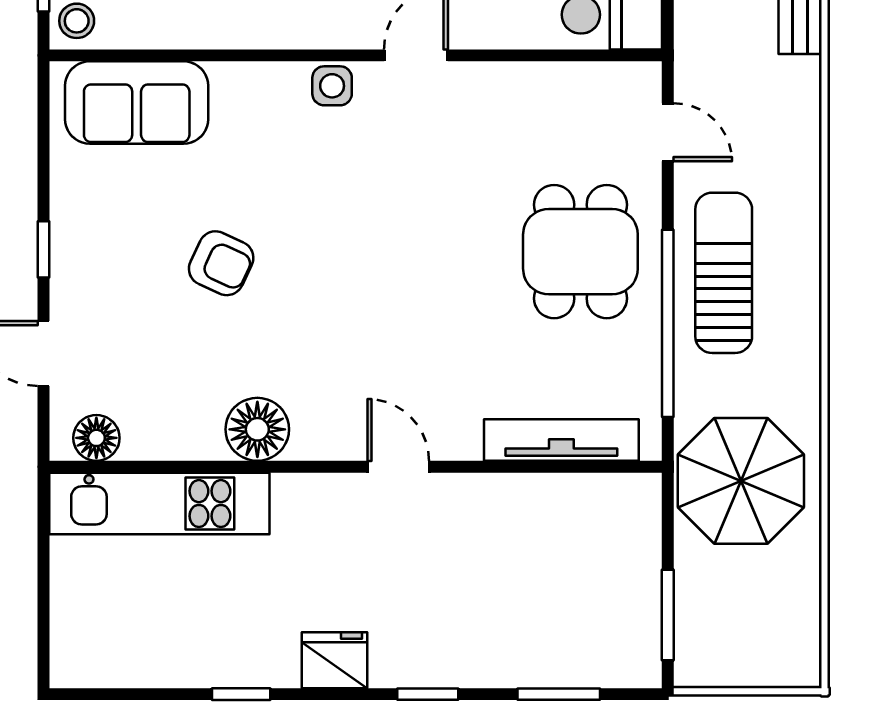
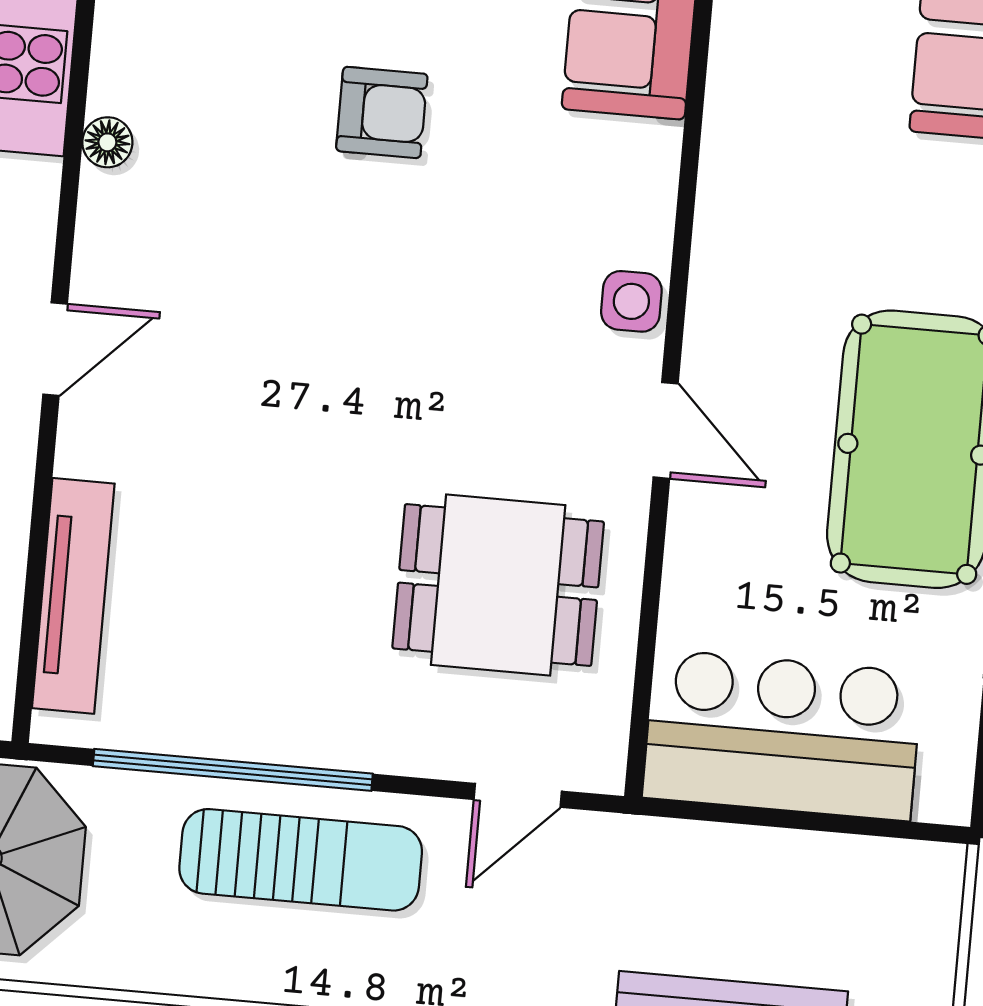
dining table: (580, 252) -> (498, 585), moved
armchair: (221, 263) -> (382, 112), turned -115
floor lamp: (257, 429) -> (107, 142), width x0.53, depth x0.53

